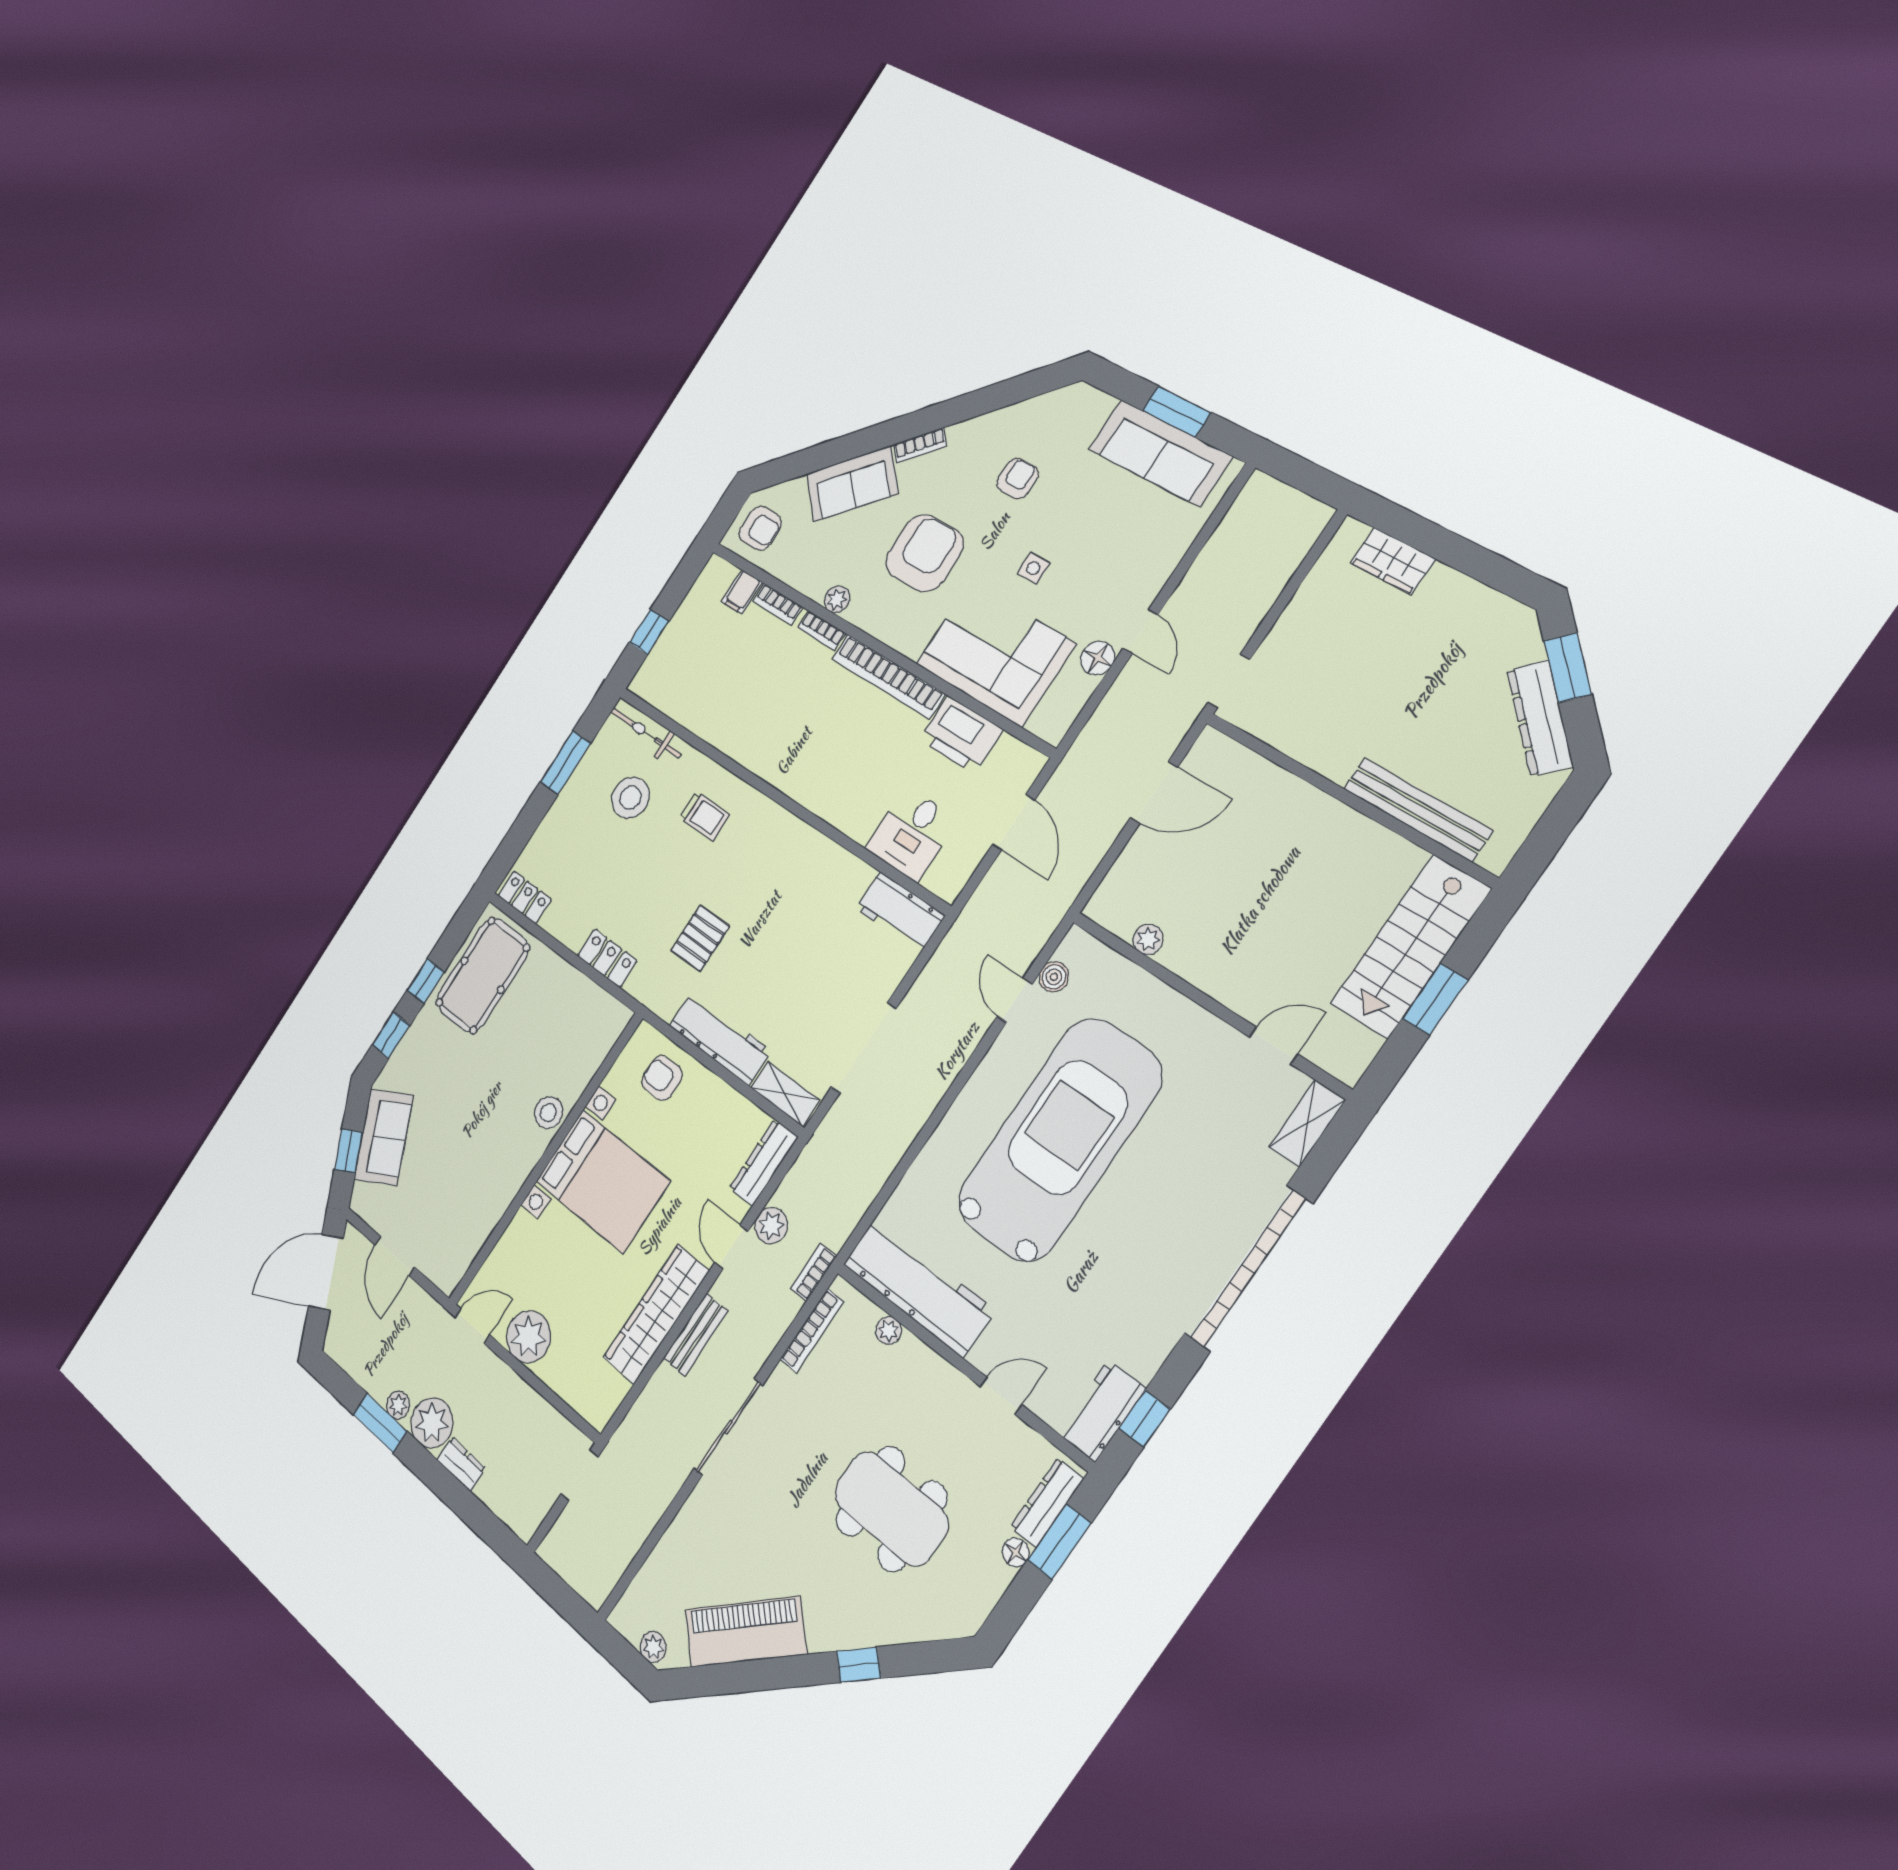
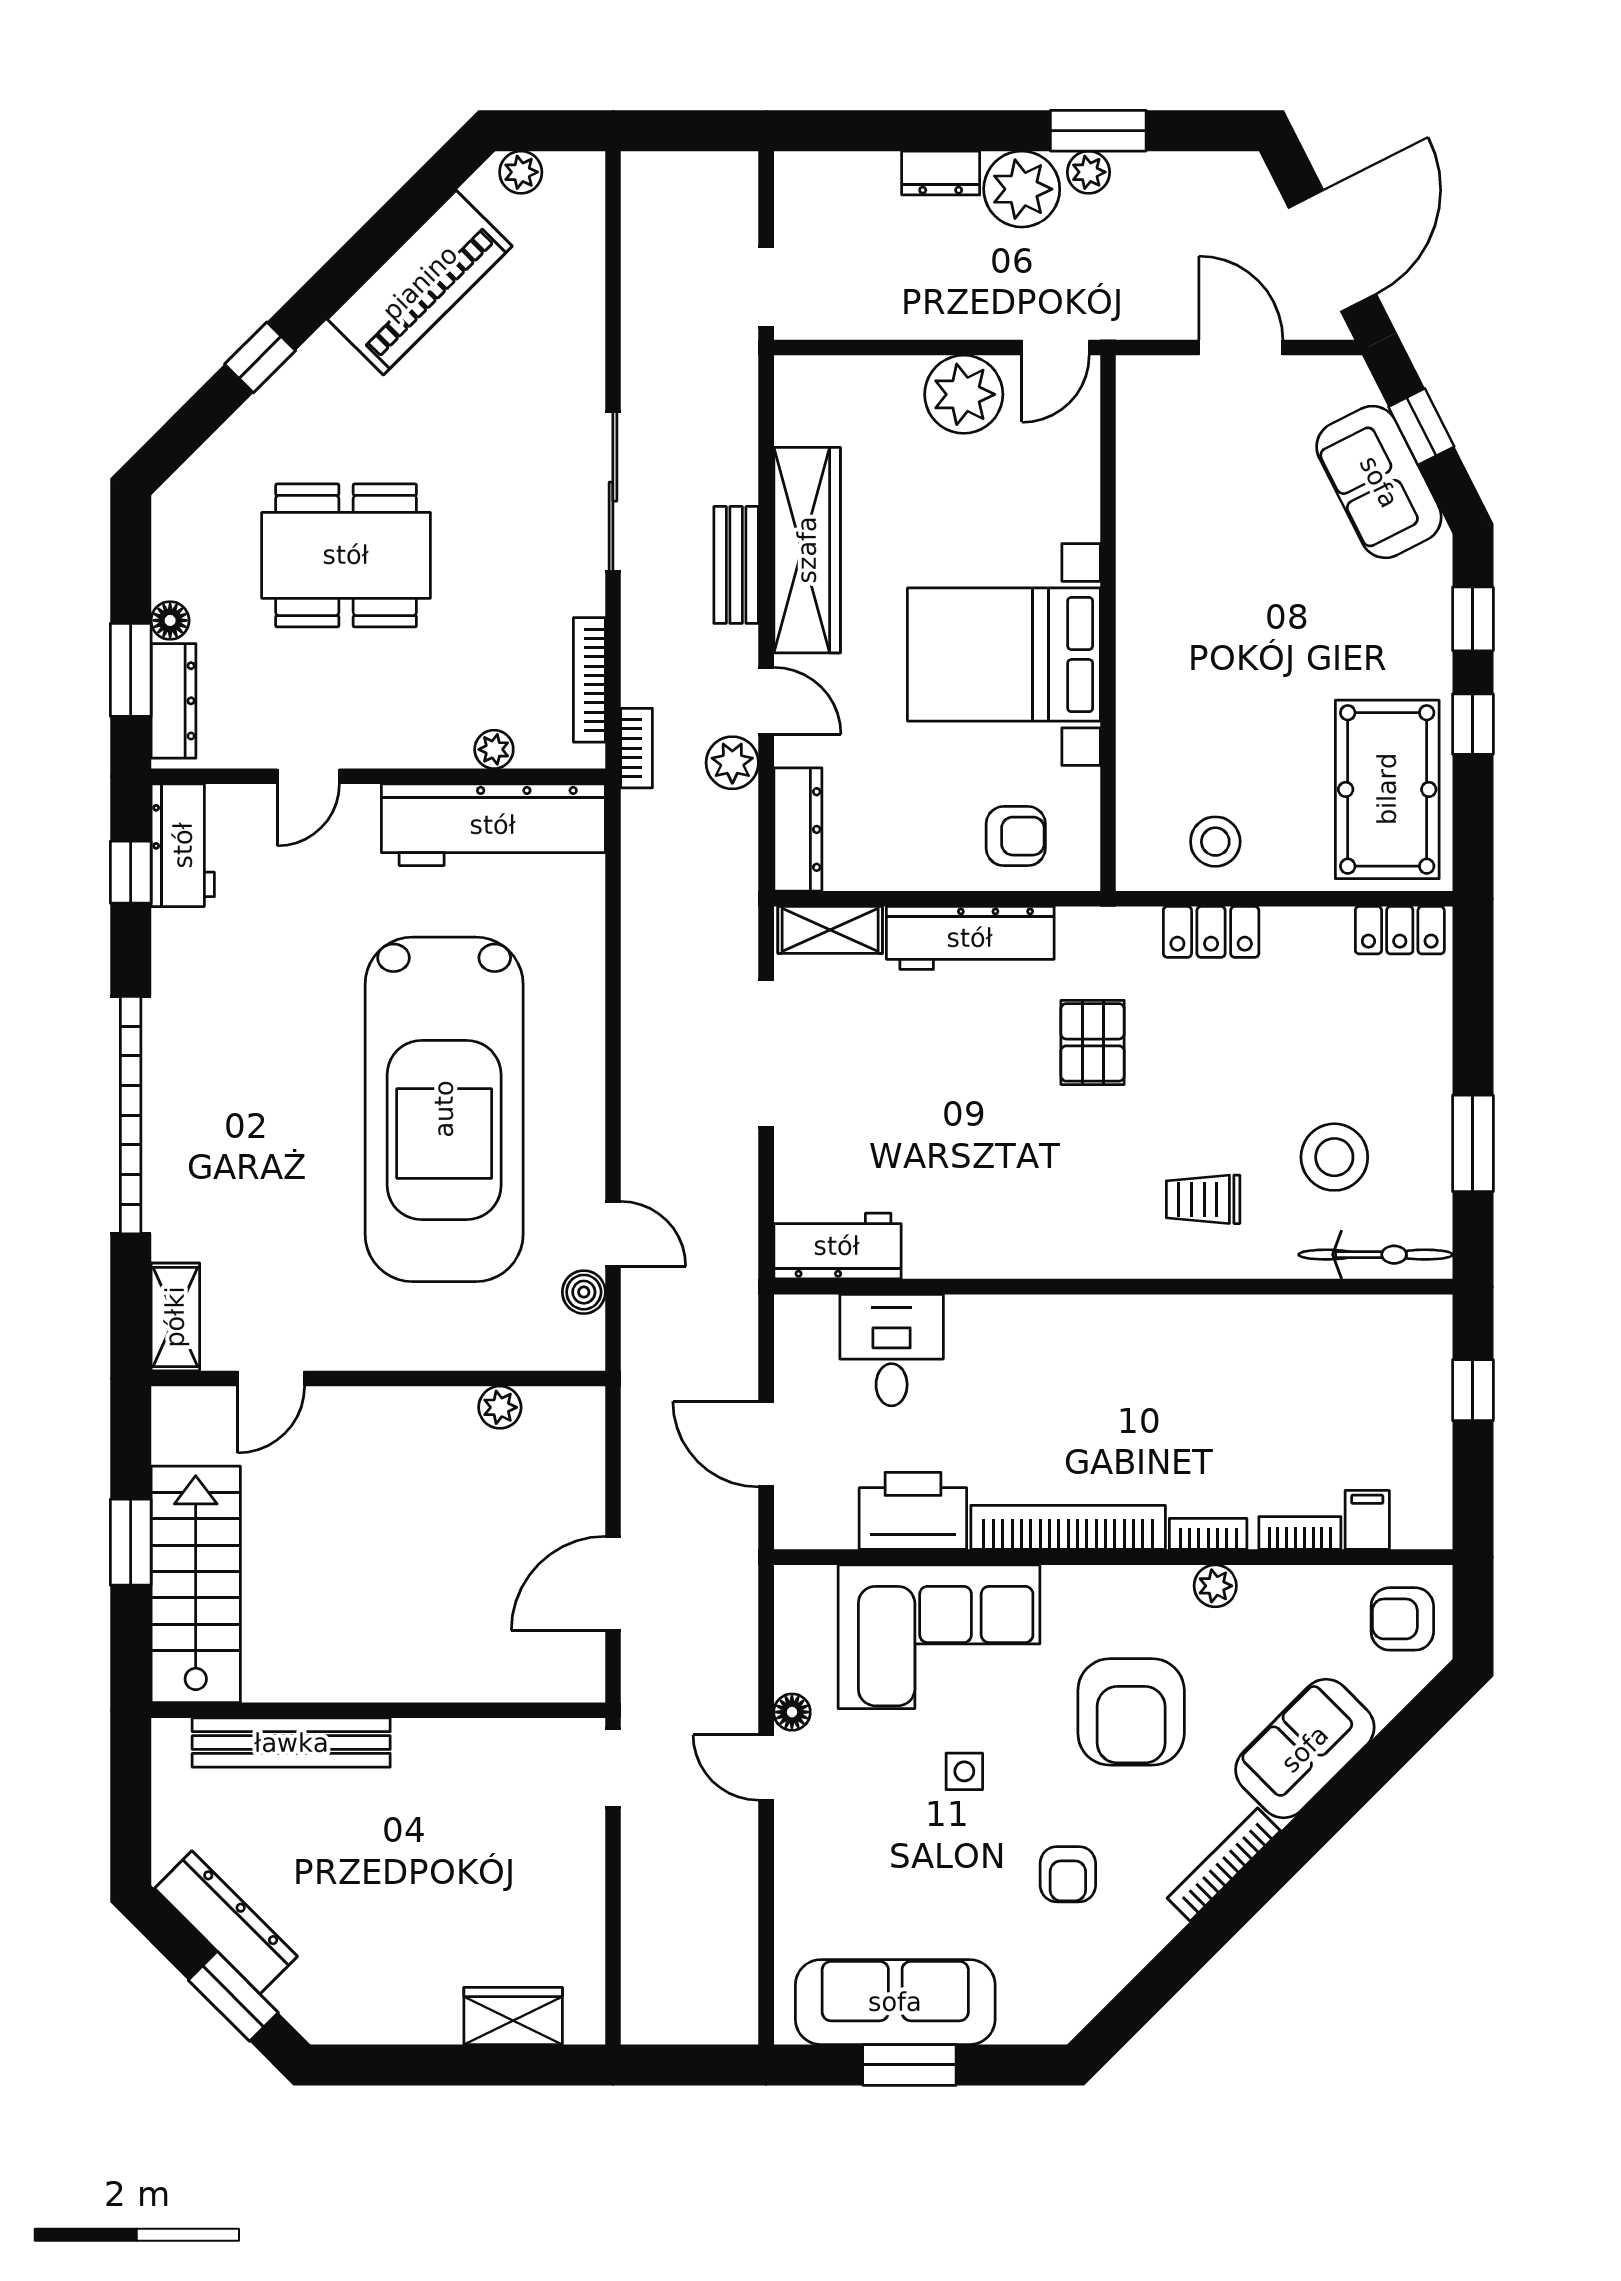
bookcase: (920, 445) -> (1224, 1865), width x1.56
floor lamp: (1098, 658) -> (792, 1712), width x0.73, depth x0.73
stool: (548, 1113) -> (1215, 842), moved

